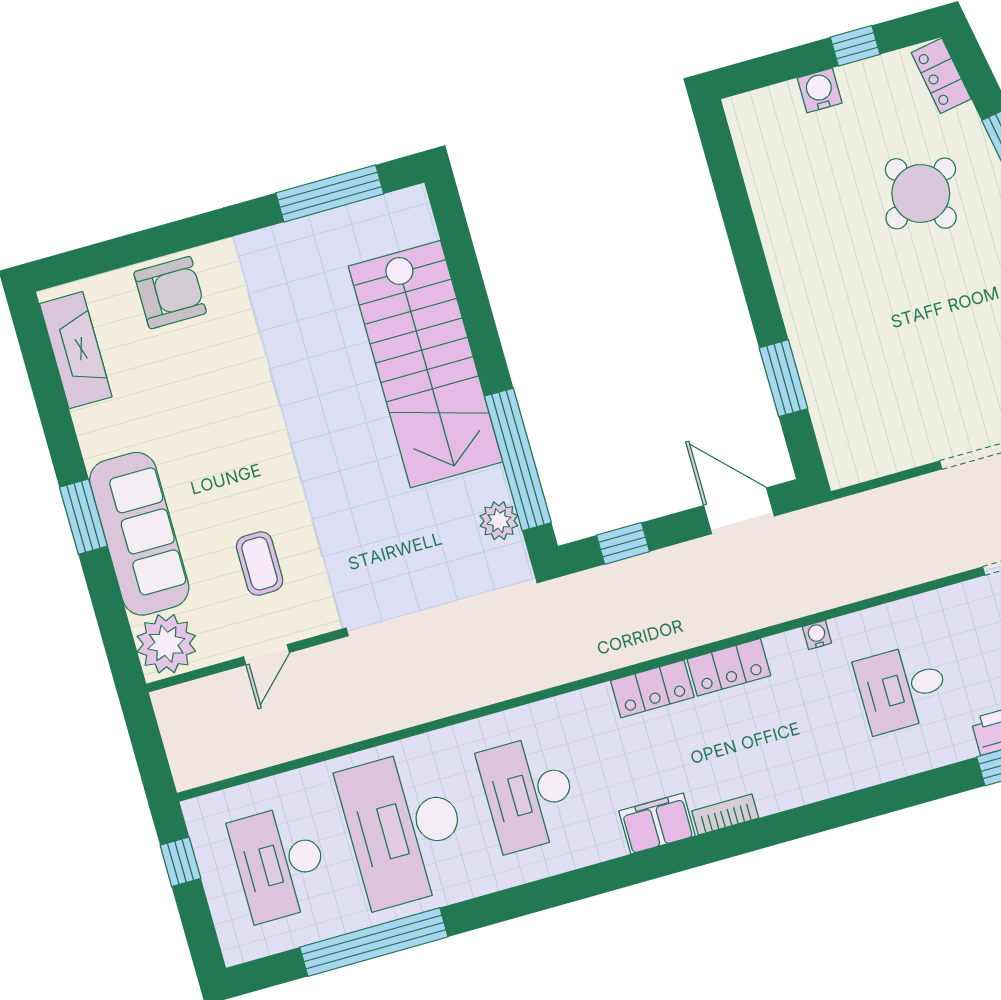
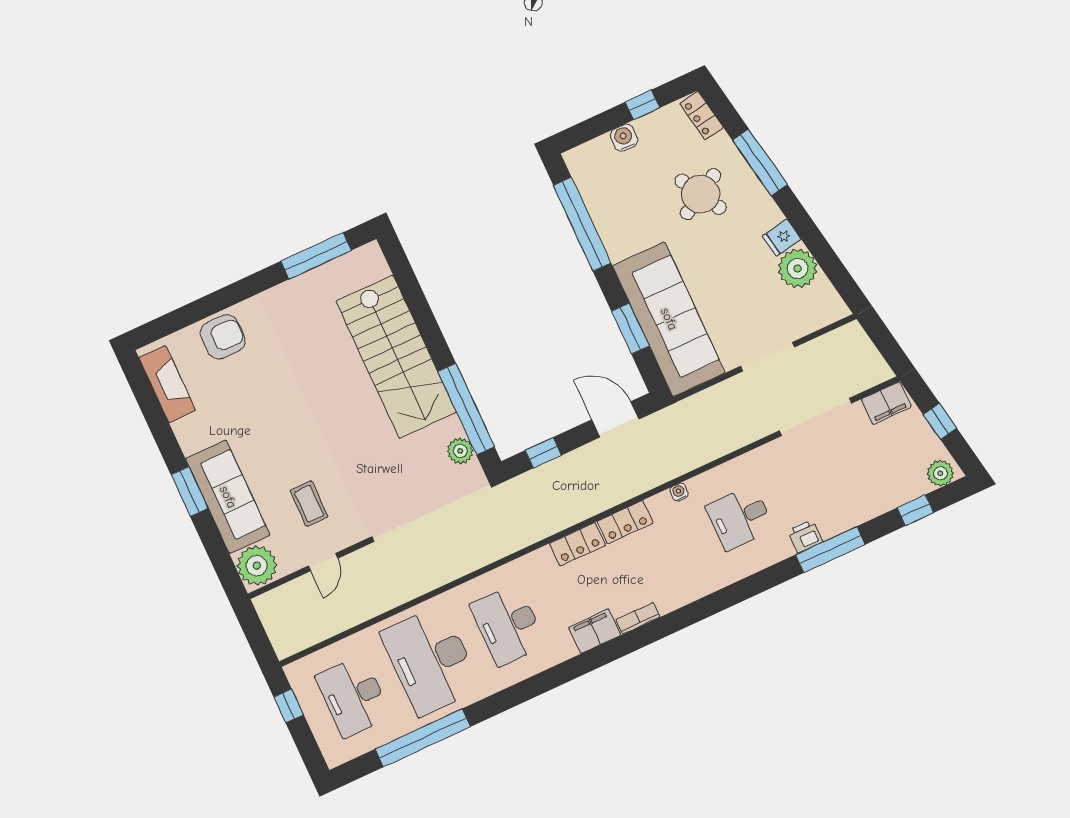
window: (736, 210) -> (582, 224), added
sofa: (843, 373) -> (669, 319), added

